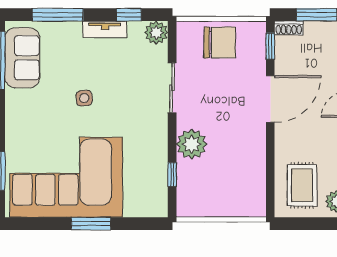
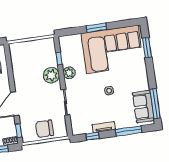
plant: (156, 33) -> (69, 73), moved

